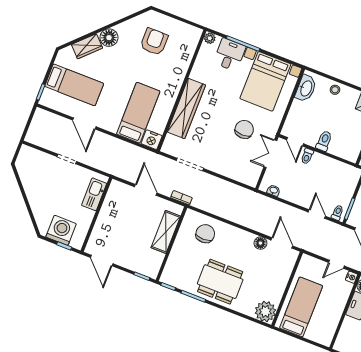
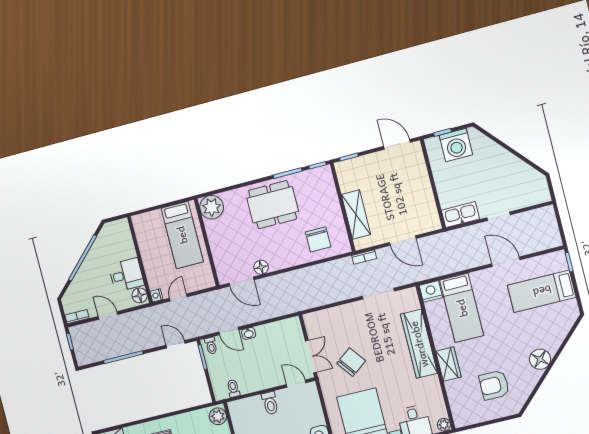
armchair: (154, 42) -> (494, 385), turned 90
wardrobe: (87, 46) -> (448, 364), moved, turned 135
chair: (244, 129) -> (351, 362), turned -127
toilet: (307, 156) -> (233, 388), moved
washbasin: (274, 190) -> (249, 333), moved
kitchen sink: (94, 194) -> (460, 215), moved, turned -90

